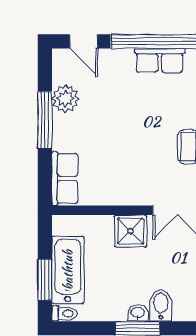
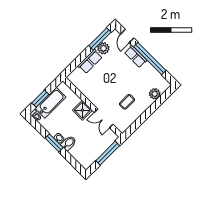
row of seats: (160, 60) -> (136, 56), moved
window: (45, 120) -> (100, 39), moved
row of seats: (65, 179) -> (90, 61), moved

